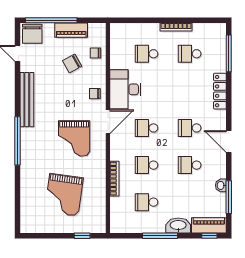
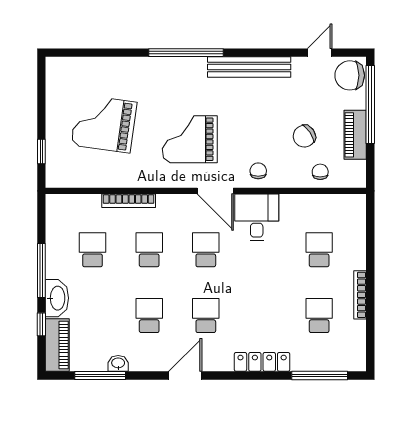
chair: (72, 63) -> (304, 136), turned -95
desk: (125, 89) -> (257, 217), width x0.73
window: (209, 236) -> (41, 324), moved

